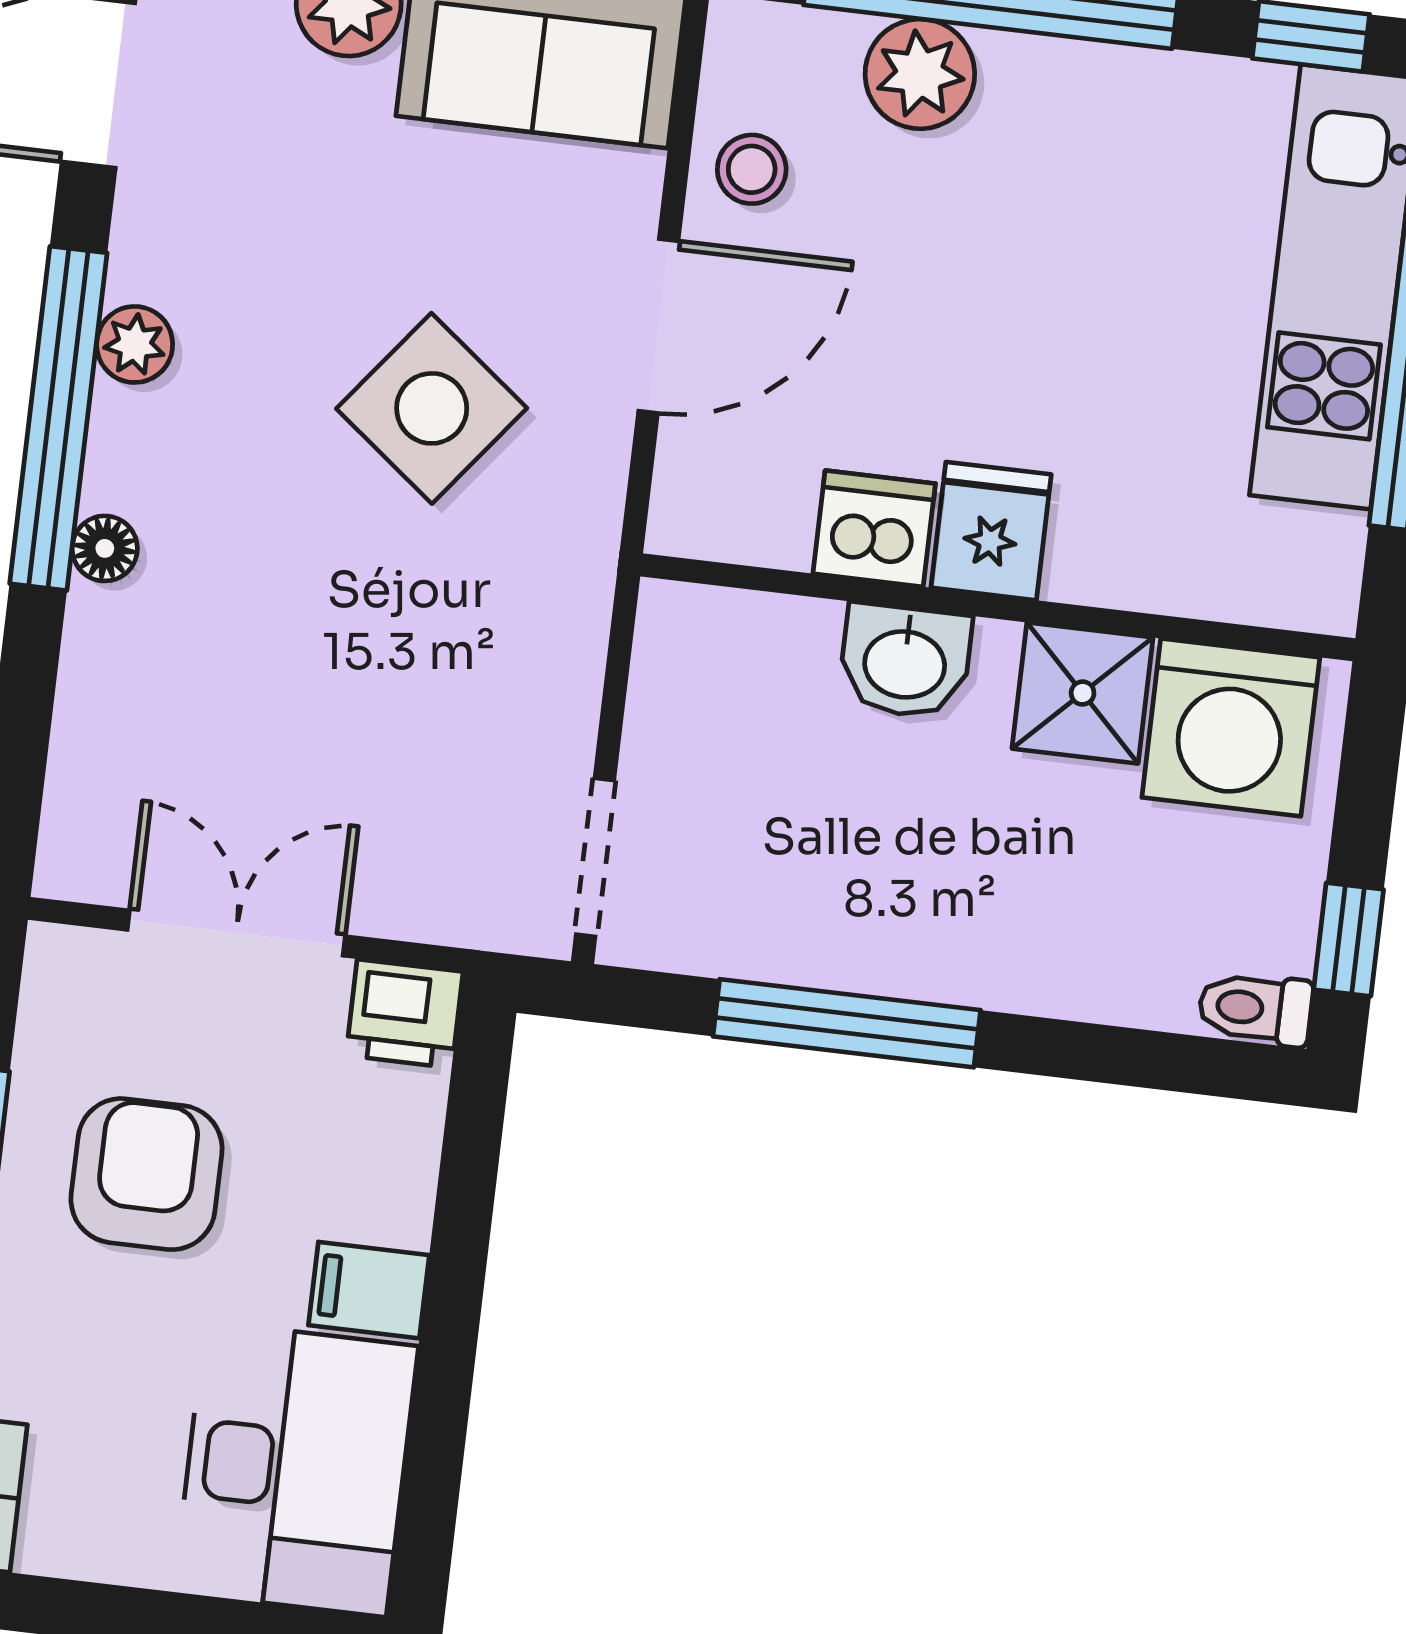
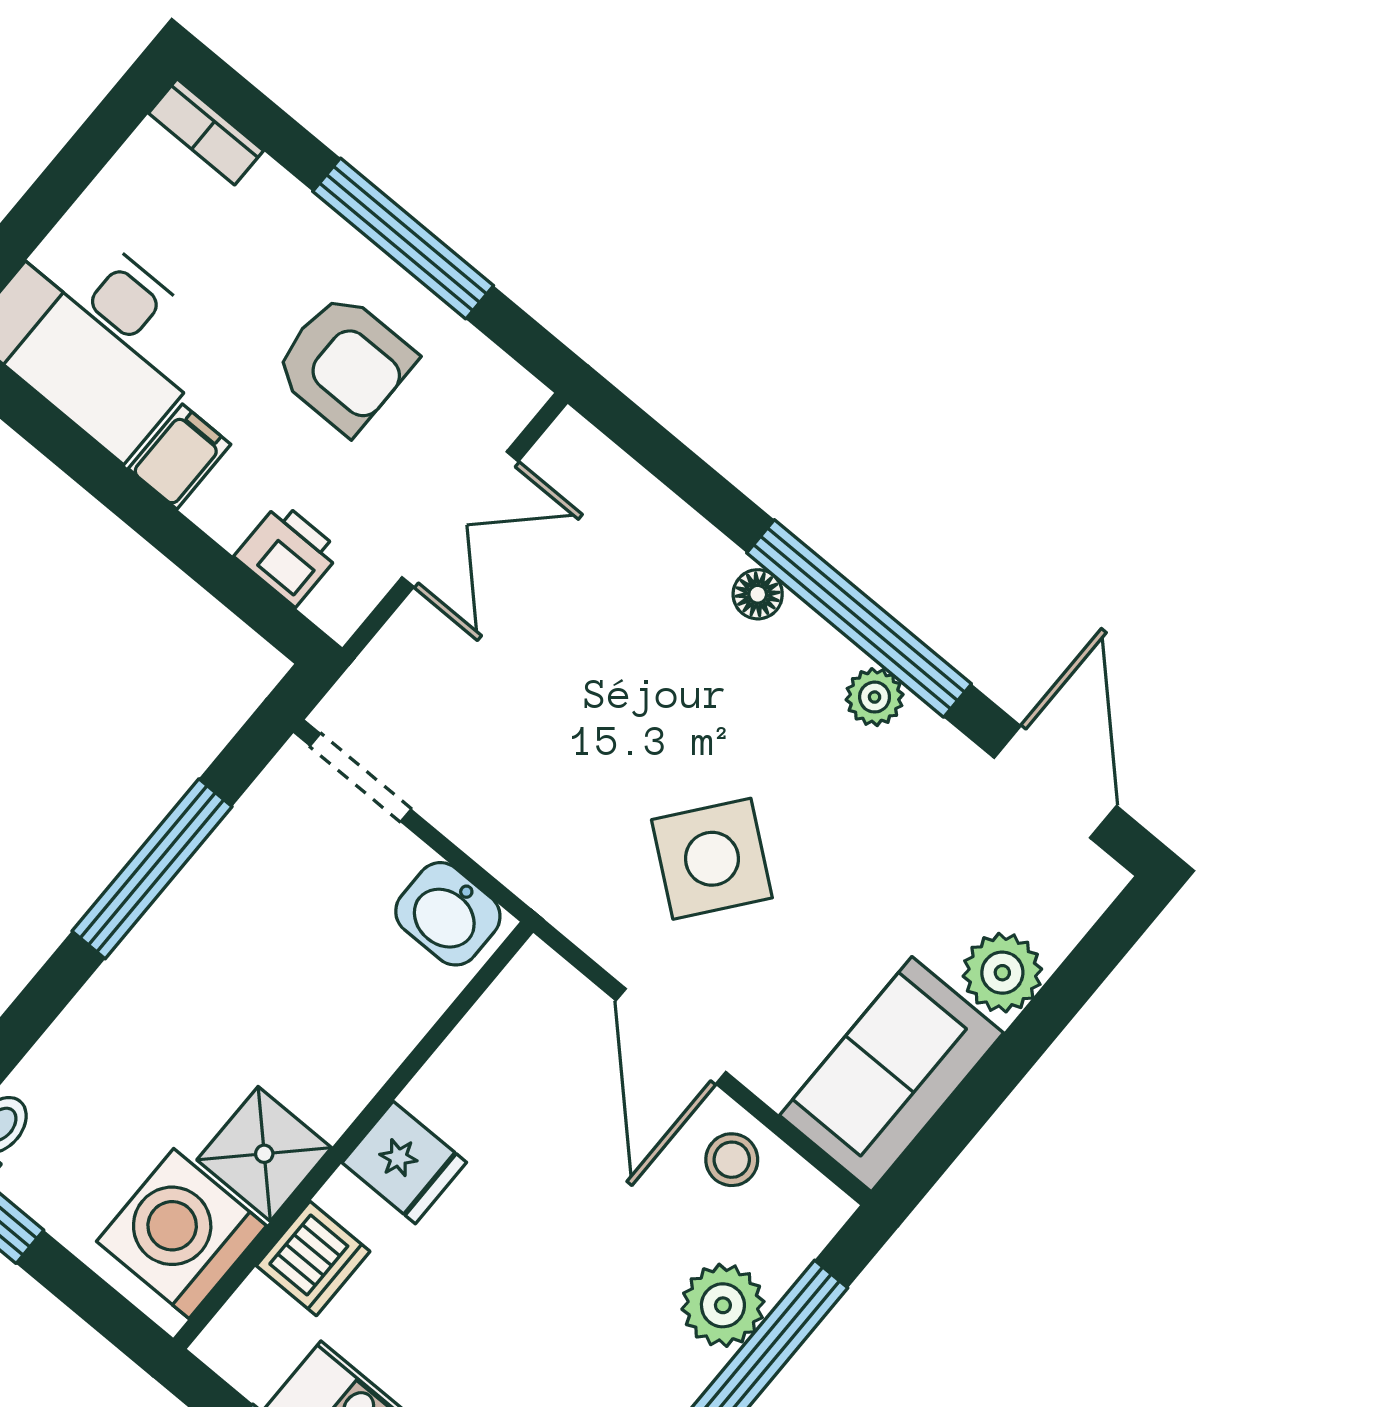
dishwasher: (874, 529) -> (313, 1259), moved
washbasin: (905, 661) -> (448, 914), moved, turned -90
printer: (404, 1014) -> (288, 554), moved, turned 90

